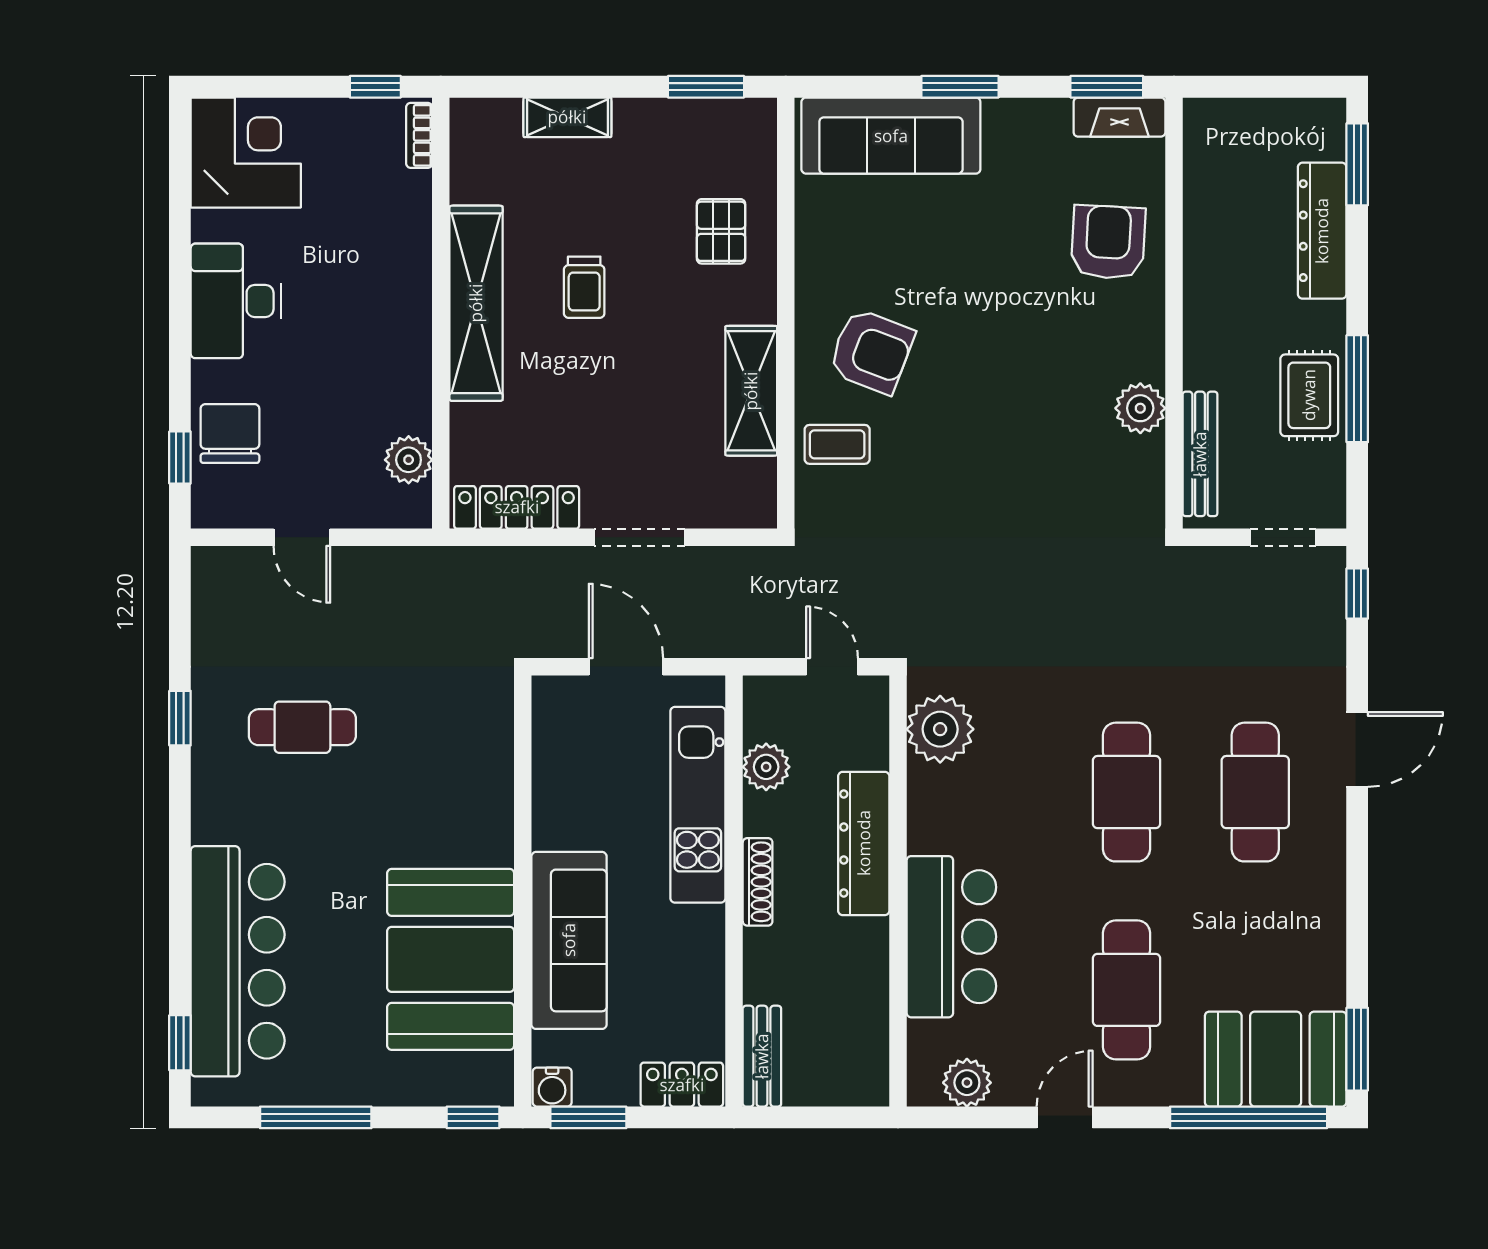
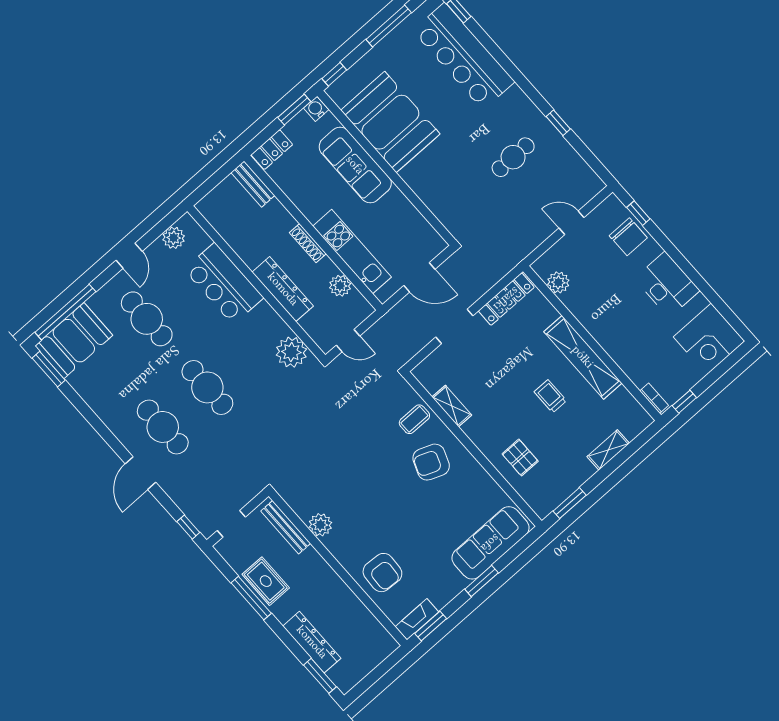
shelving: (751, 391) -> (452, 406), width x0.67, depth x0.75

